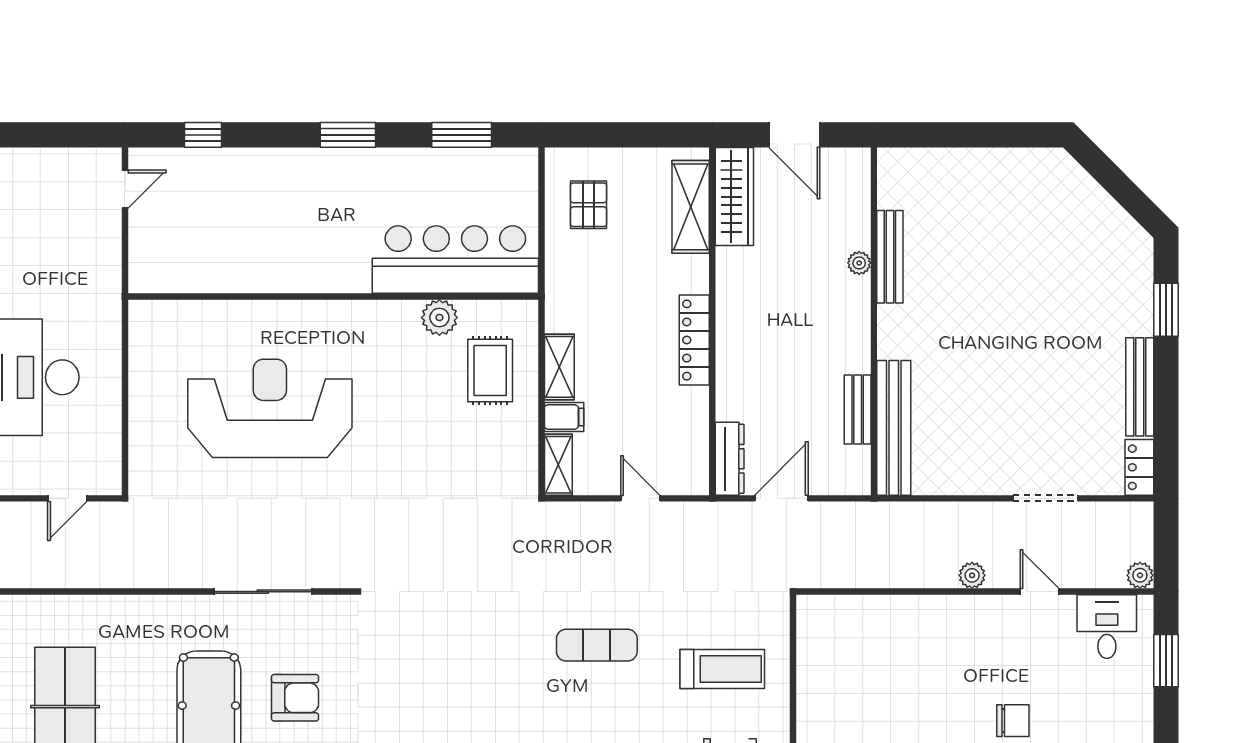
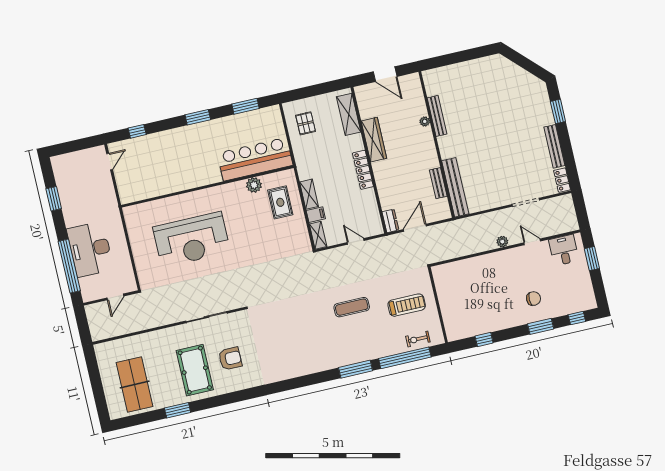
wardrobe: (734, 197) -> (374, 140), moved
reception desk: (270, 408) -> (192, 240), turned 180
dresser: (730, 459) -> (390, 221), width x0.70
plant: (1140, 575) -> (573, 225), removed

